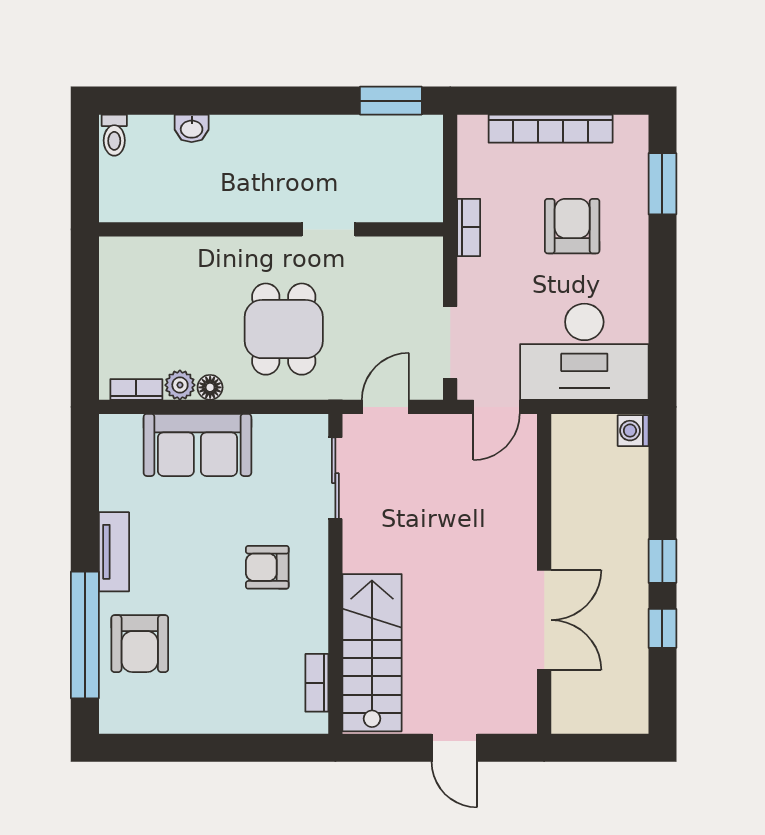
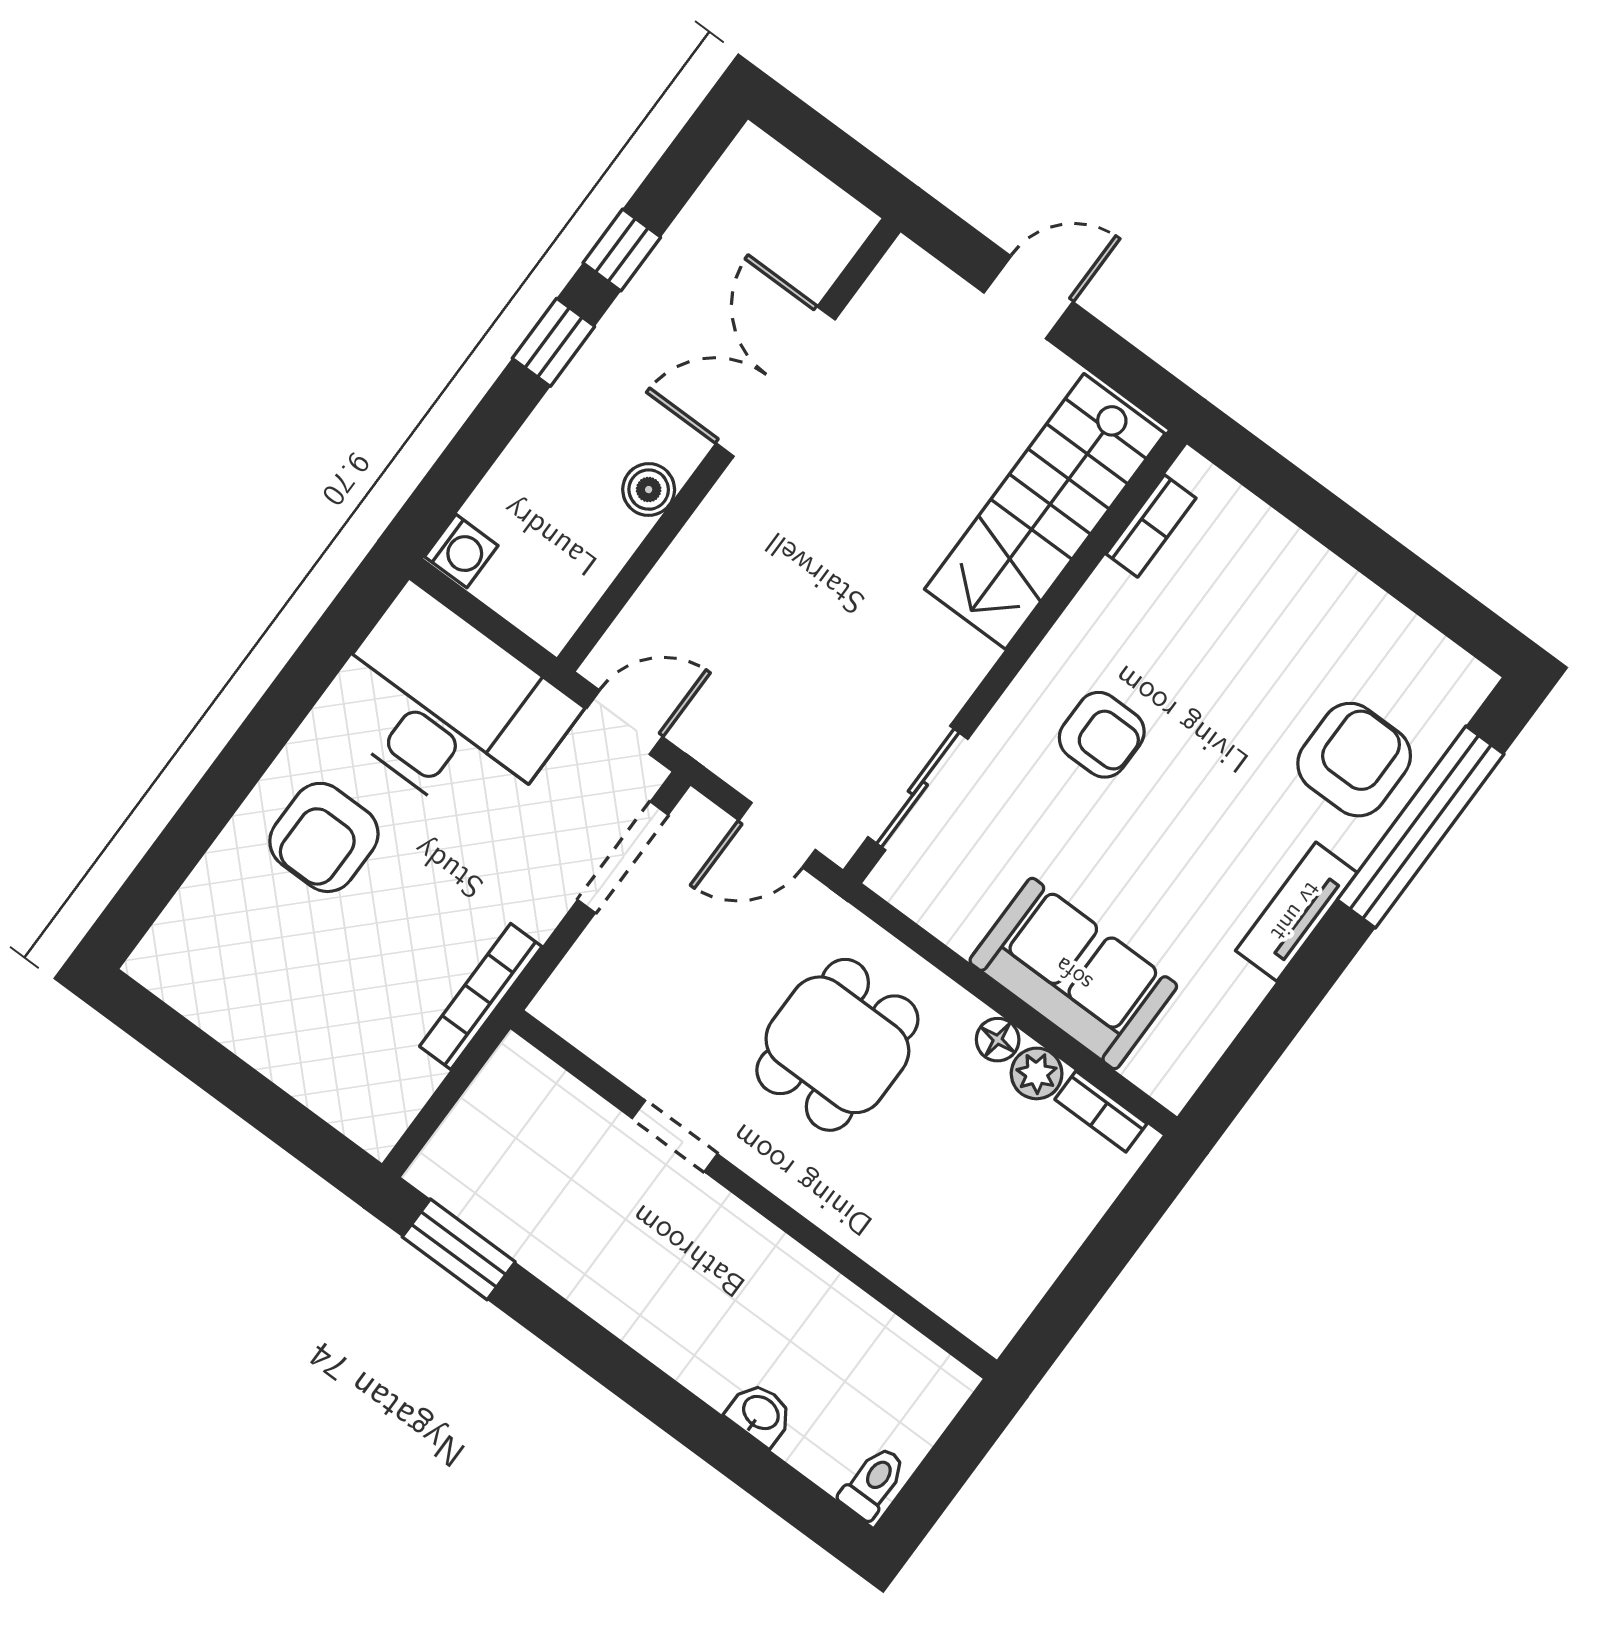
bookcase: (551, 129) -> (268, 1049), removed
window: (662, 184) -> (171, 860), removed
armchair: (572, 226) -> (324, 837), moved
bookcase: (469, 227) -> (481, 996), width x1.56
boiler: (566, 525) -> (649, 490), added
door: (454, 748) -> (1028, 297), hinge flipped

